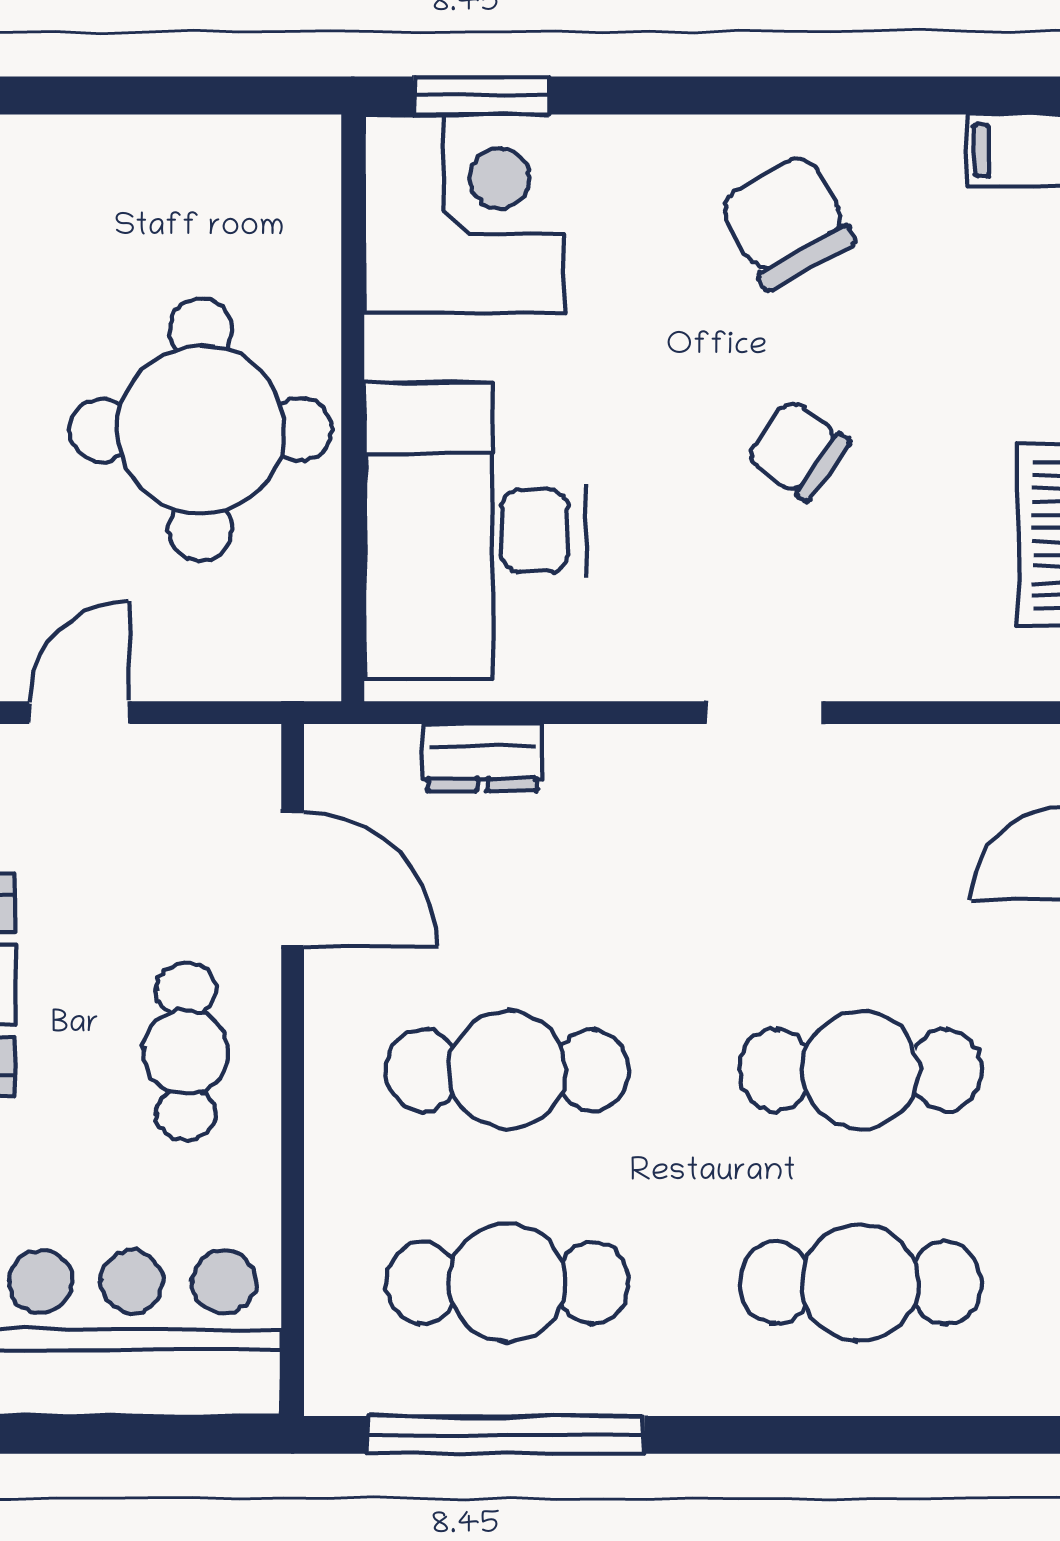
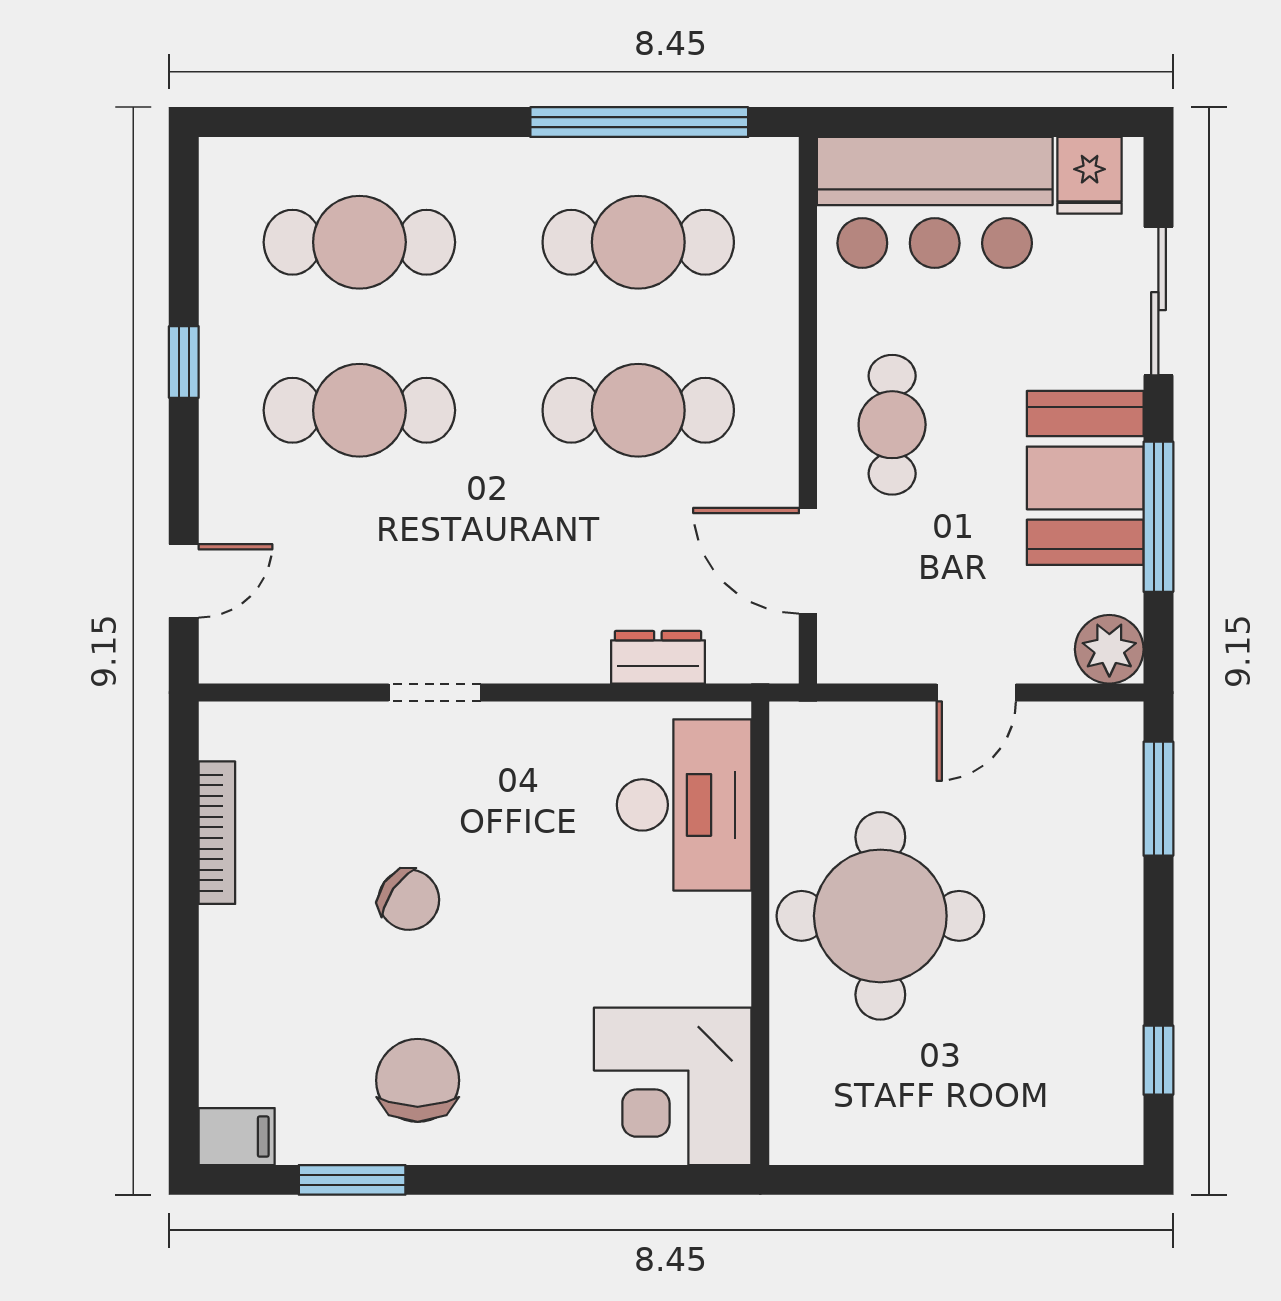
window: (481, 96) -> (352, 1180), moved
chair: (787, 221) -> (418, 1080), turned -151
desk: (475, 531) -> (684, 805), width x0.73, depth x0.77

